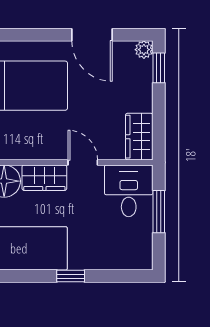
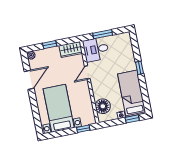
window: (159, 68) -> (50, 45), moved
wardrobe: (44, 178) -> (98, 88), removed

